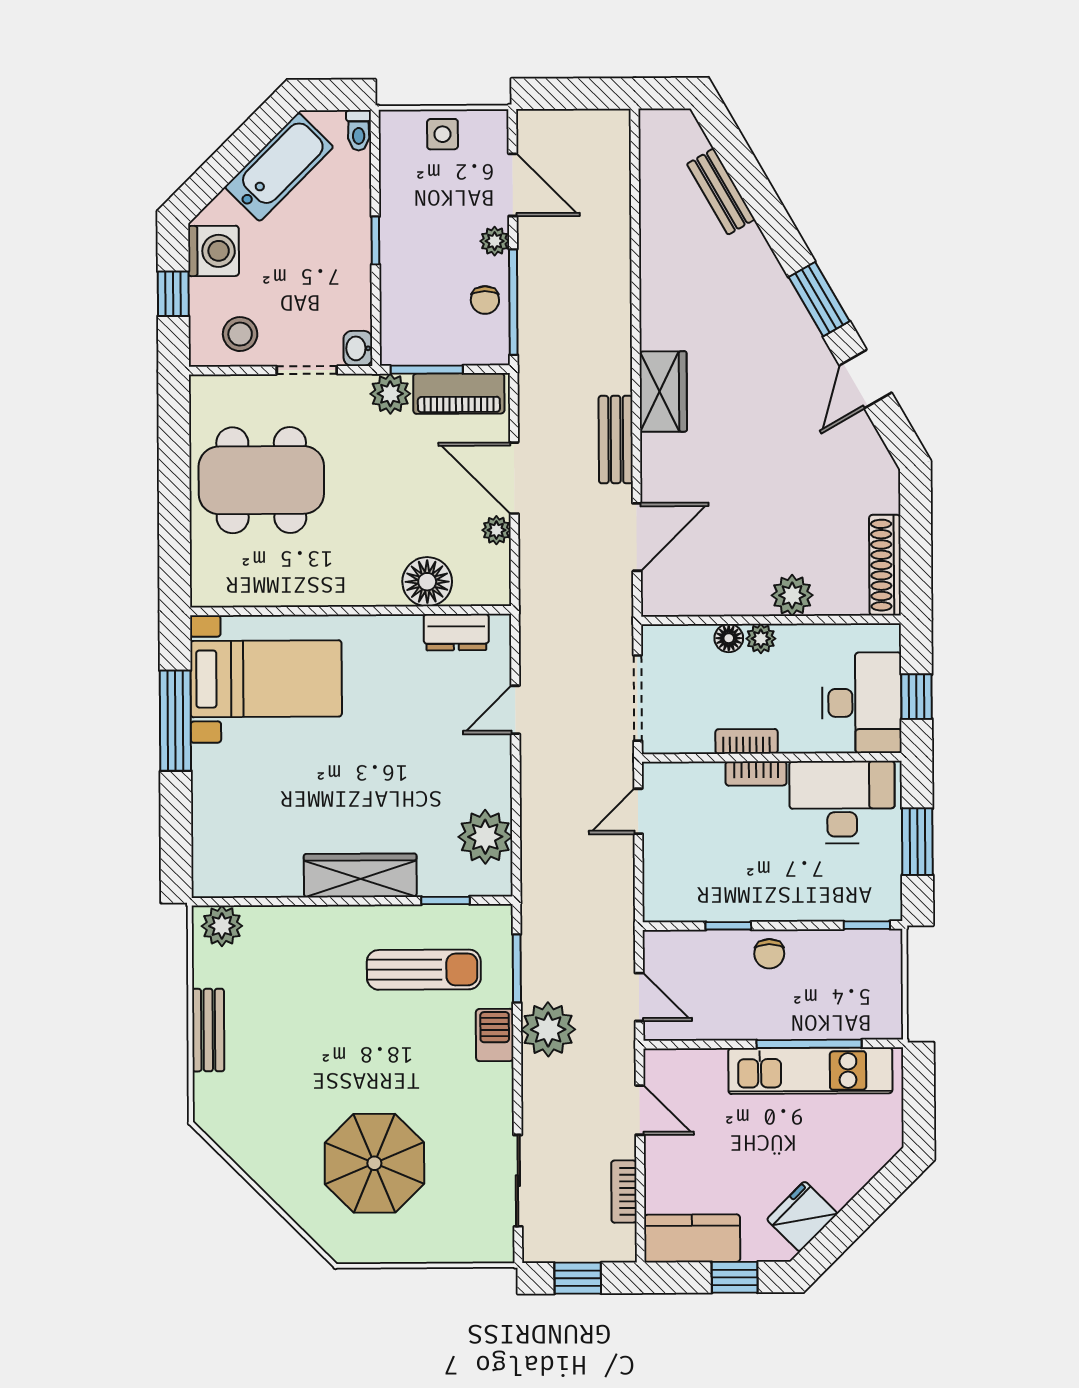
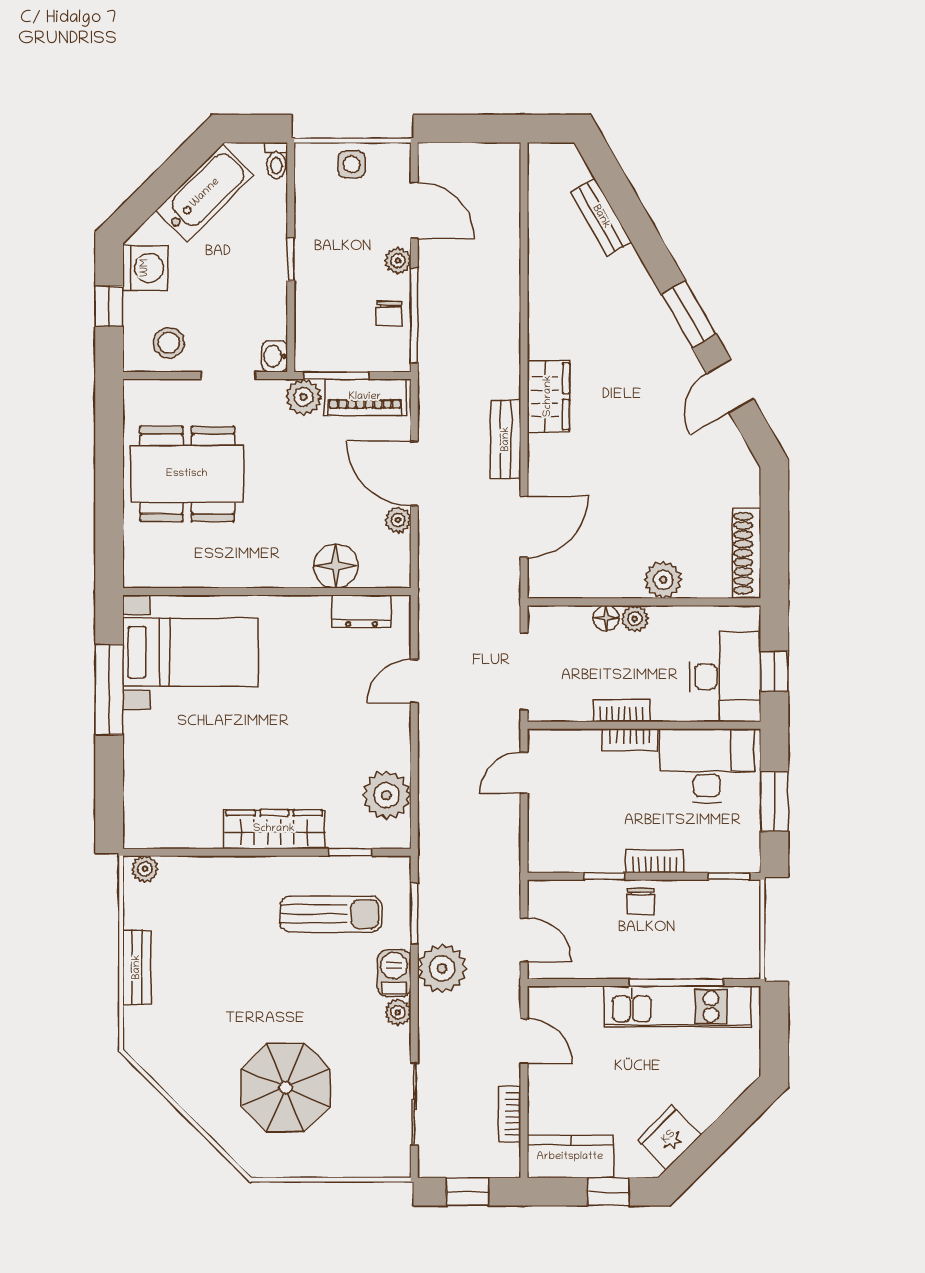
bookcase: (785, 909) -> (655, 861), added
plant: (222, 926) -> (145, 869), width x0.73, depth x0.73
plant: (499, 1079) -> (398, 1012), added

